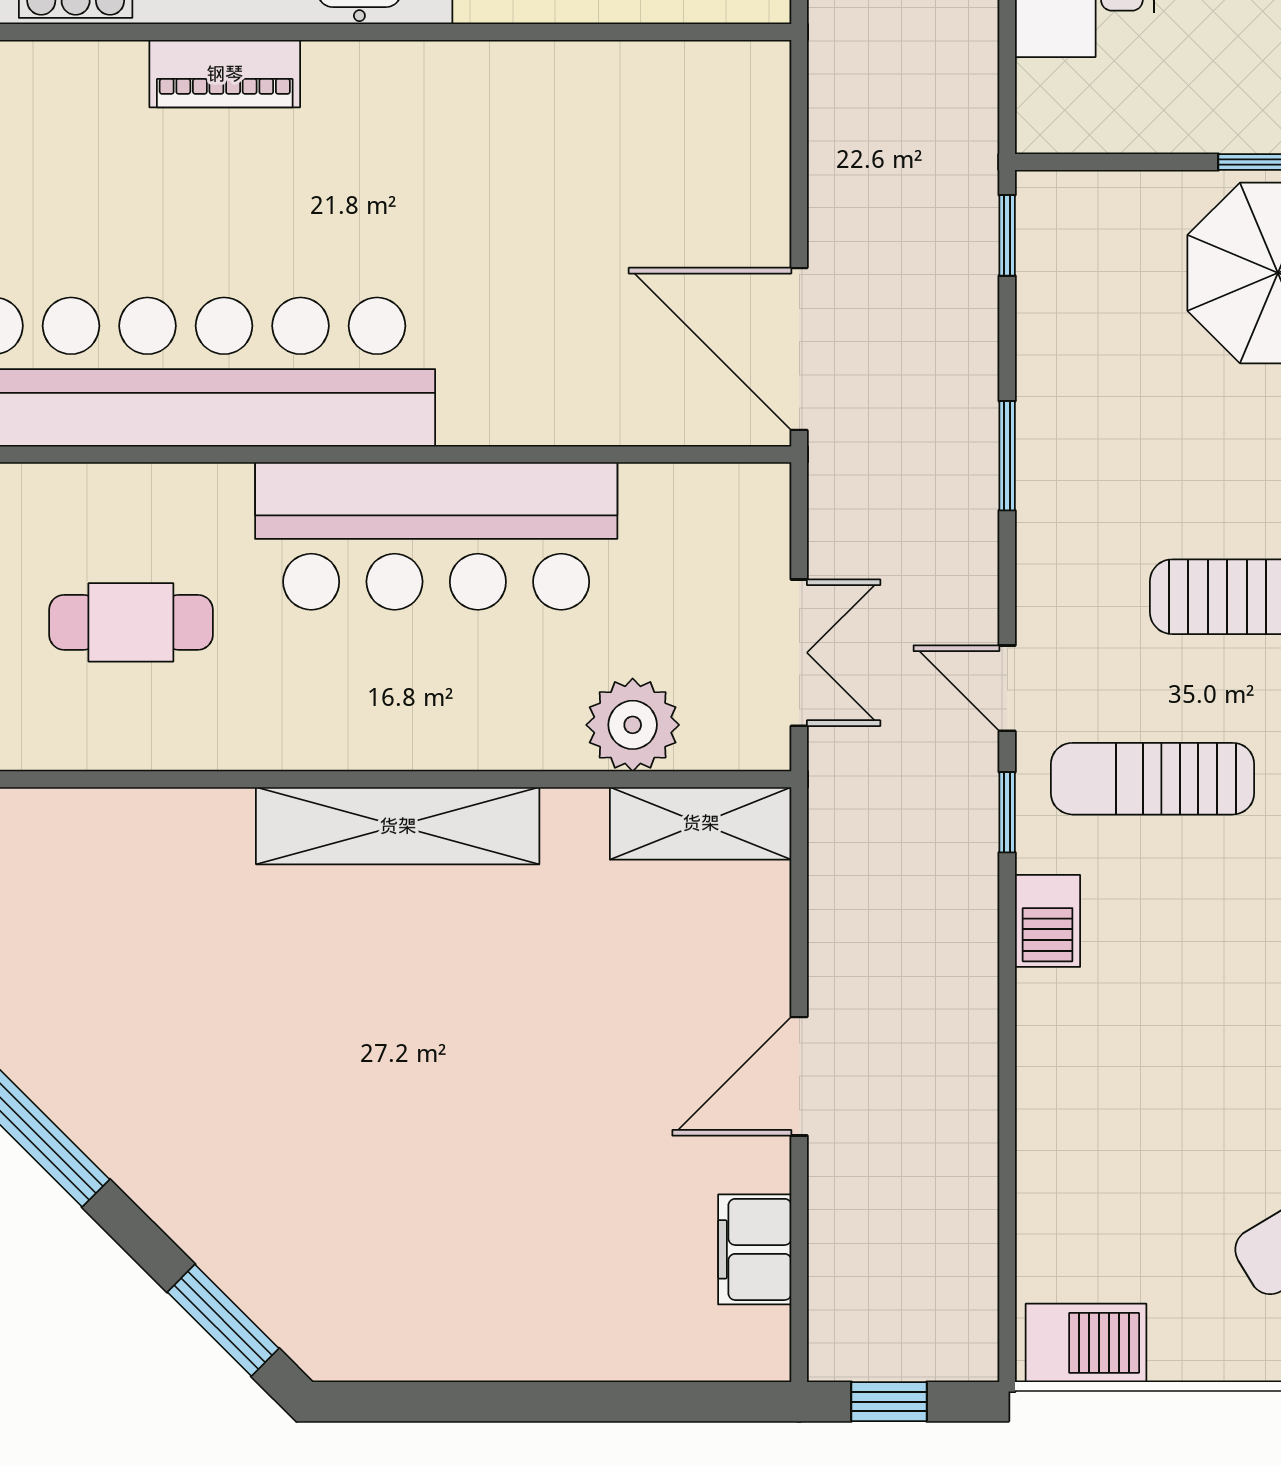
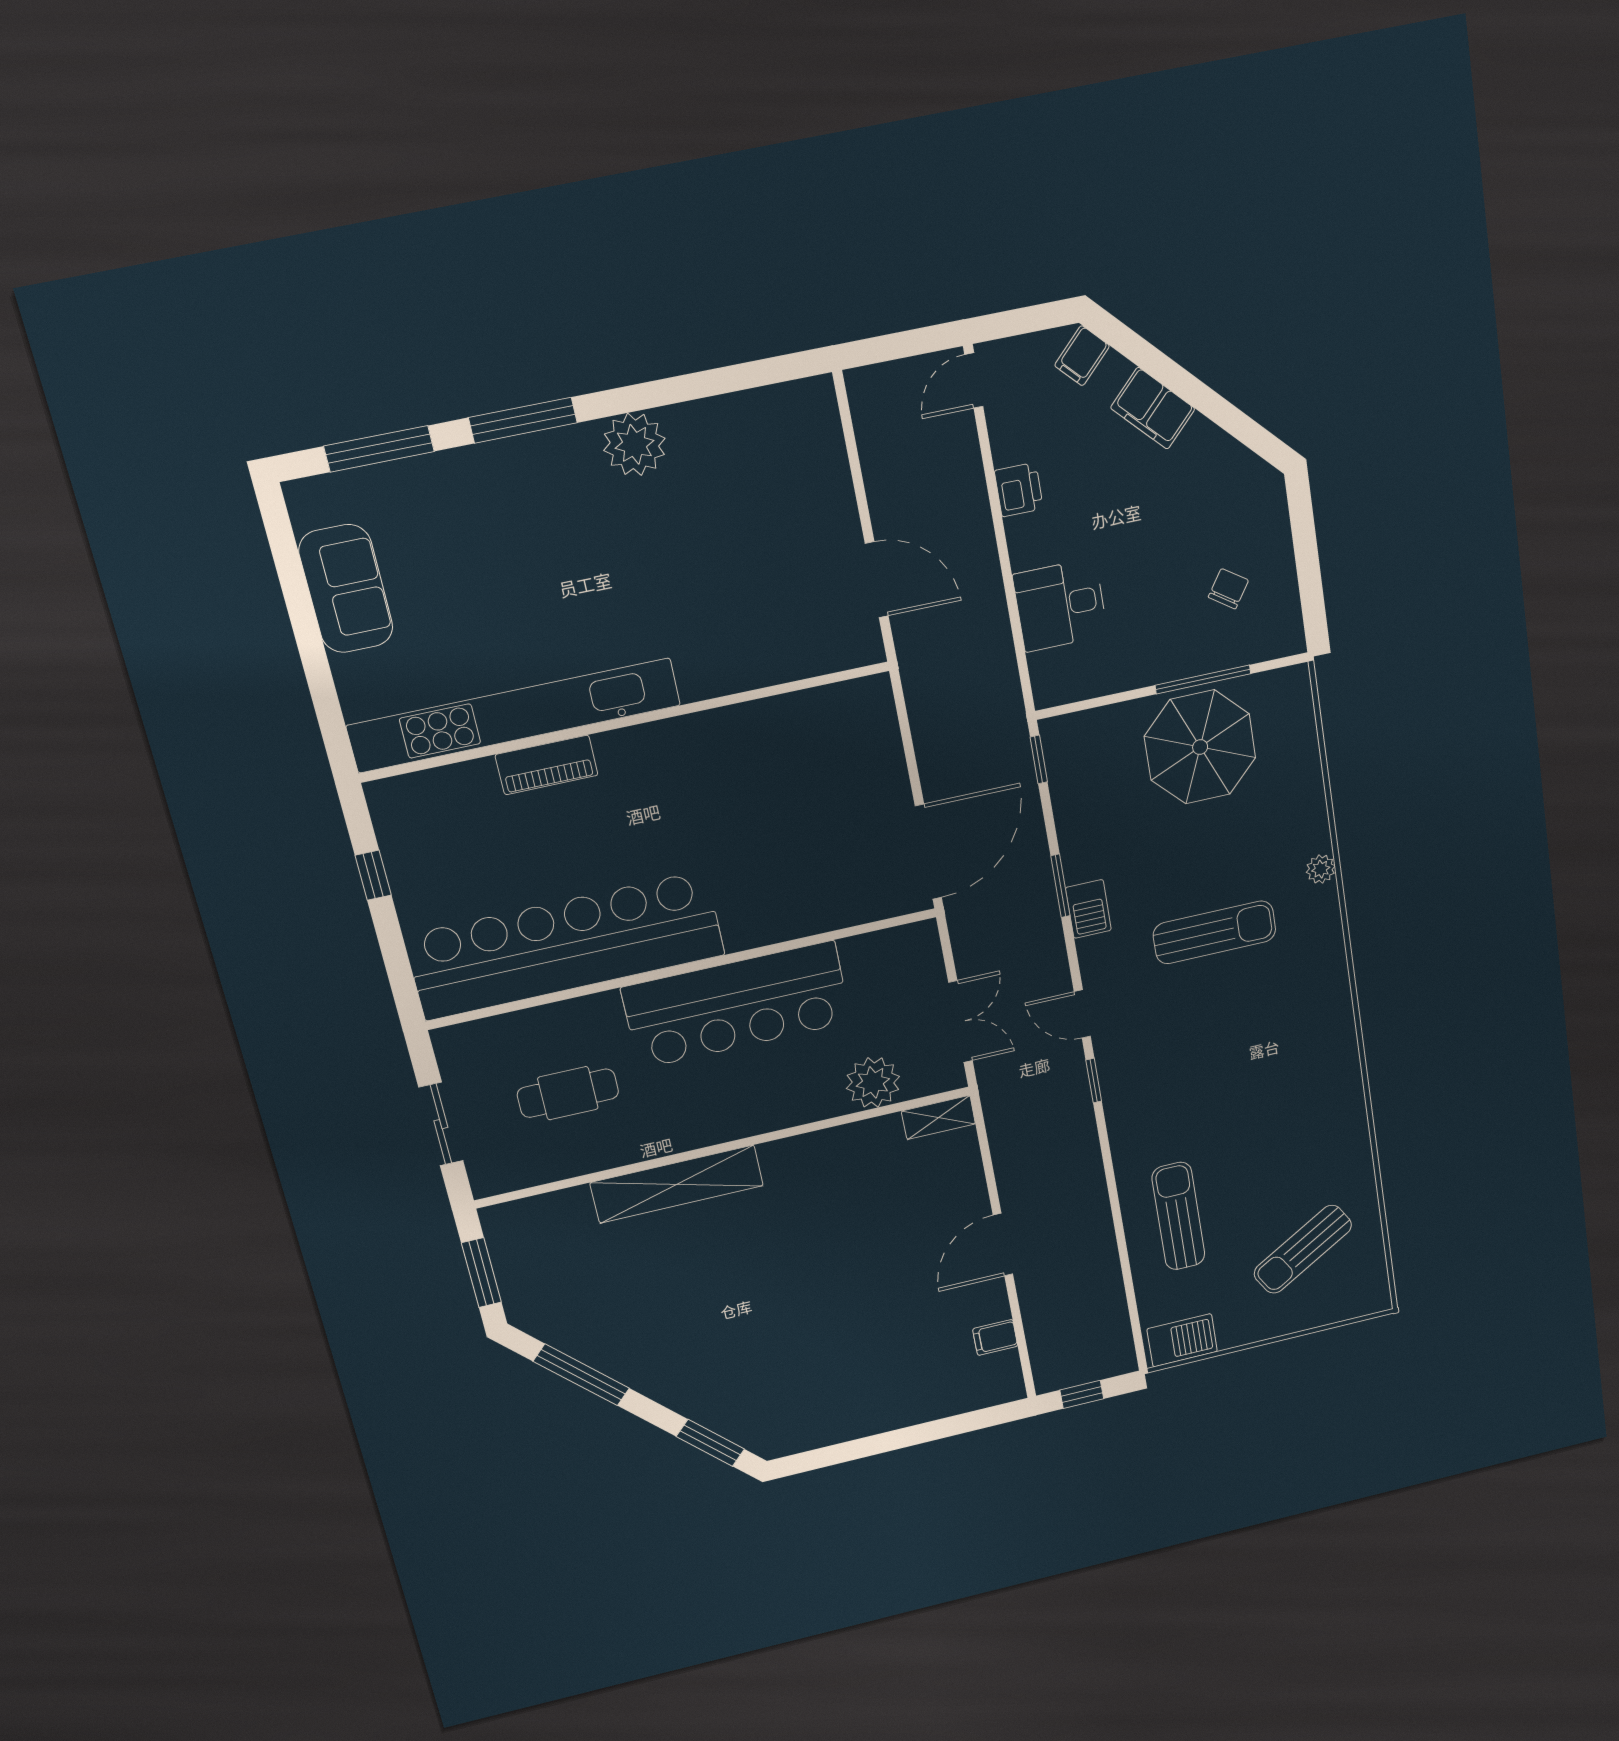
door: (799, 349) -> (928, 852), swing flipped
sun lounger: (1153, 779) -> (1178, 1216), moved, turned 90
shelving: (701, 823) -> (938, 1117), width x0.67, depth x0.75
shelving: (398, 826) -> (677, 1184), moved
barbecue: (1048, 921) -> (1088, 909), moved
filing cabinet: (755, 1249) -> (995, 1337), width x0.50

